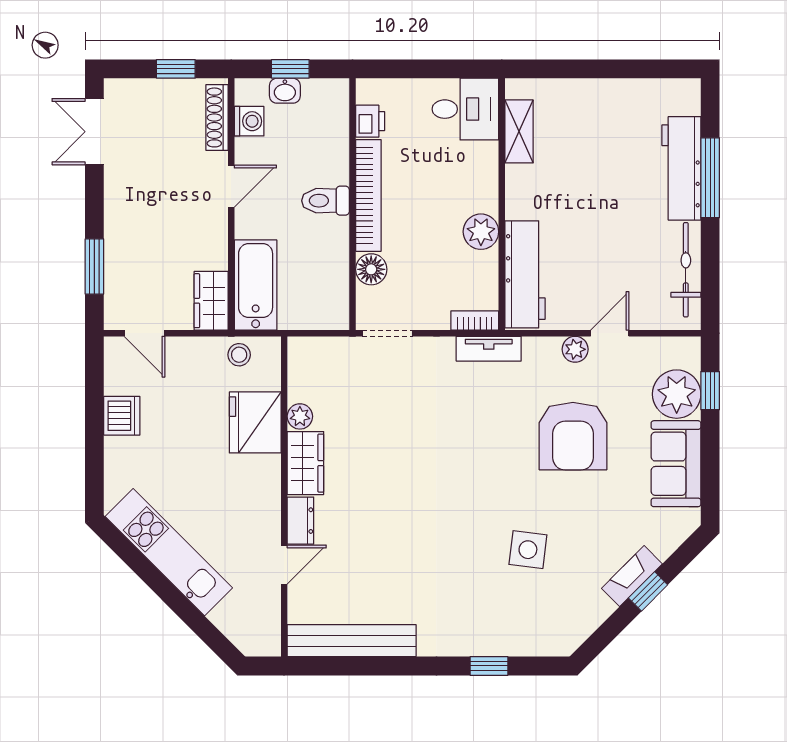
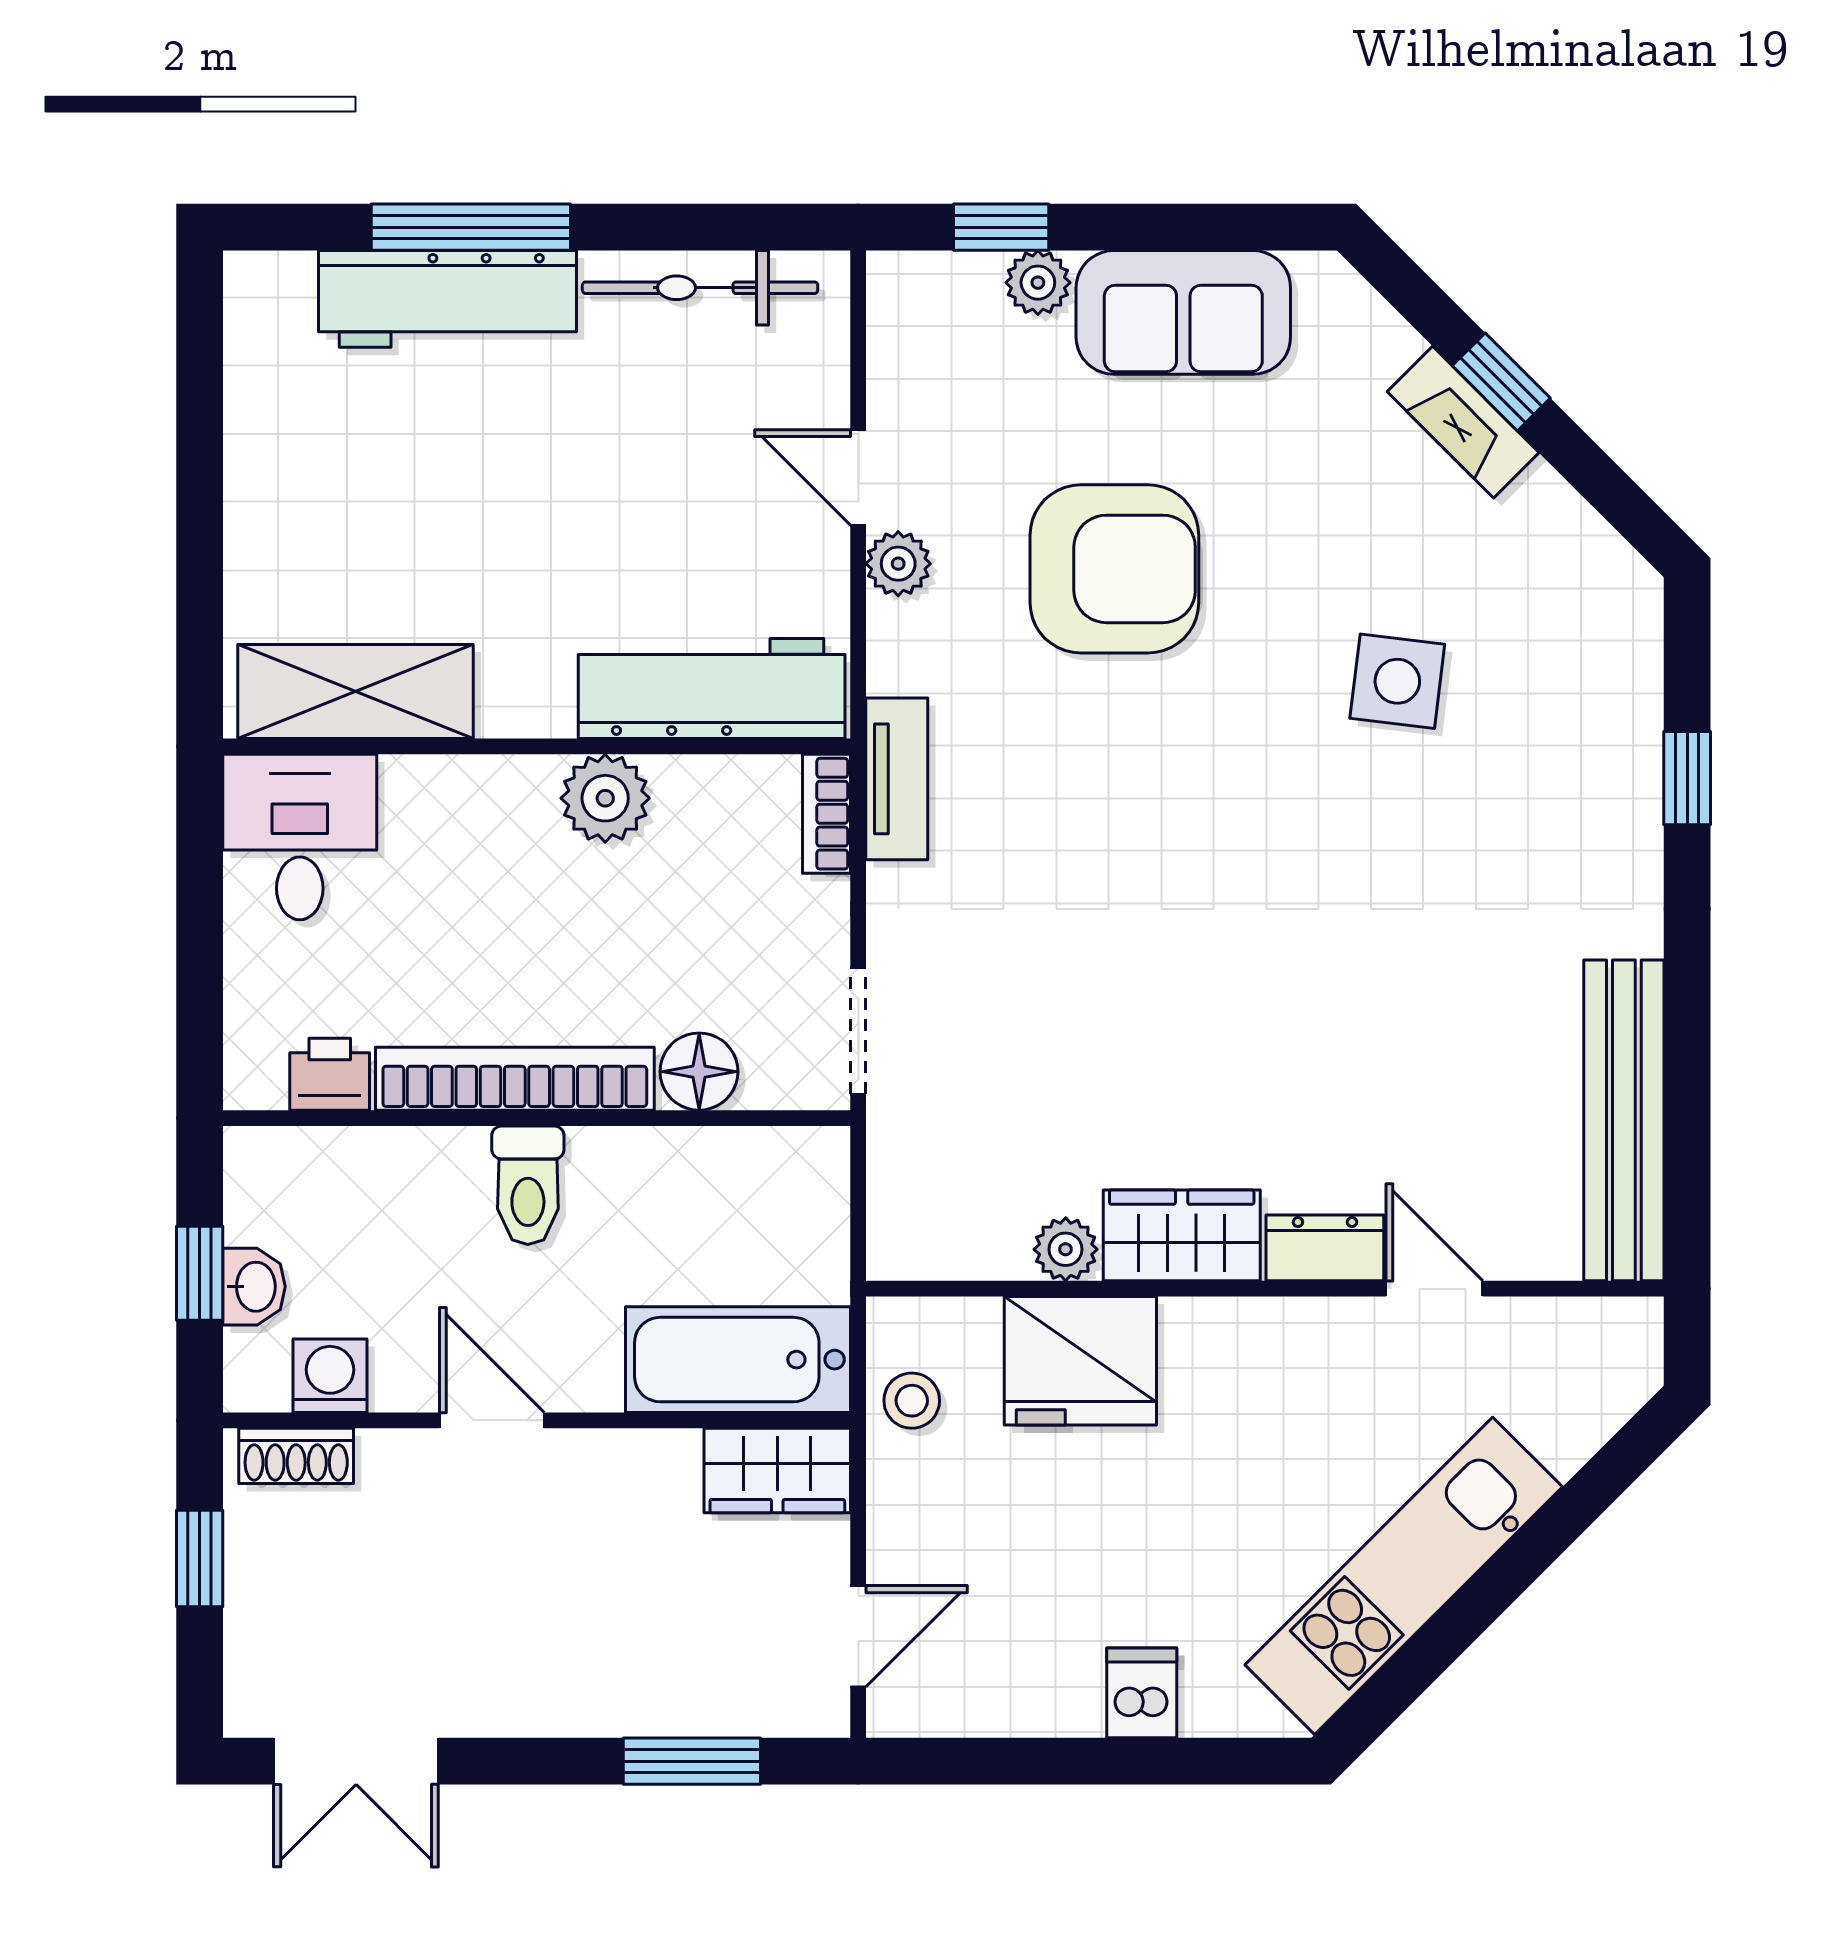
shoe rack: (217, 117) -> (296, 1456), width x0.70
shelving: (519, 131) -> (356, 691), width x1.50, depth x1.33
plant: (677, 394) -> (1038, 283), width x0.53, depth x0.53
dishwasher: (122, 416) -> (1142, 1693), moved, width x0.73

